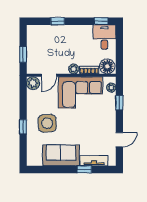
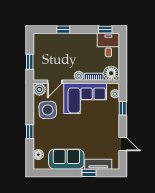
side table: (47, 123) -> (48, 110), moved
door: (119, 140) -> (123, 144), hinge flipped
floor lamp: (32, 151) -> (38, 155), added

